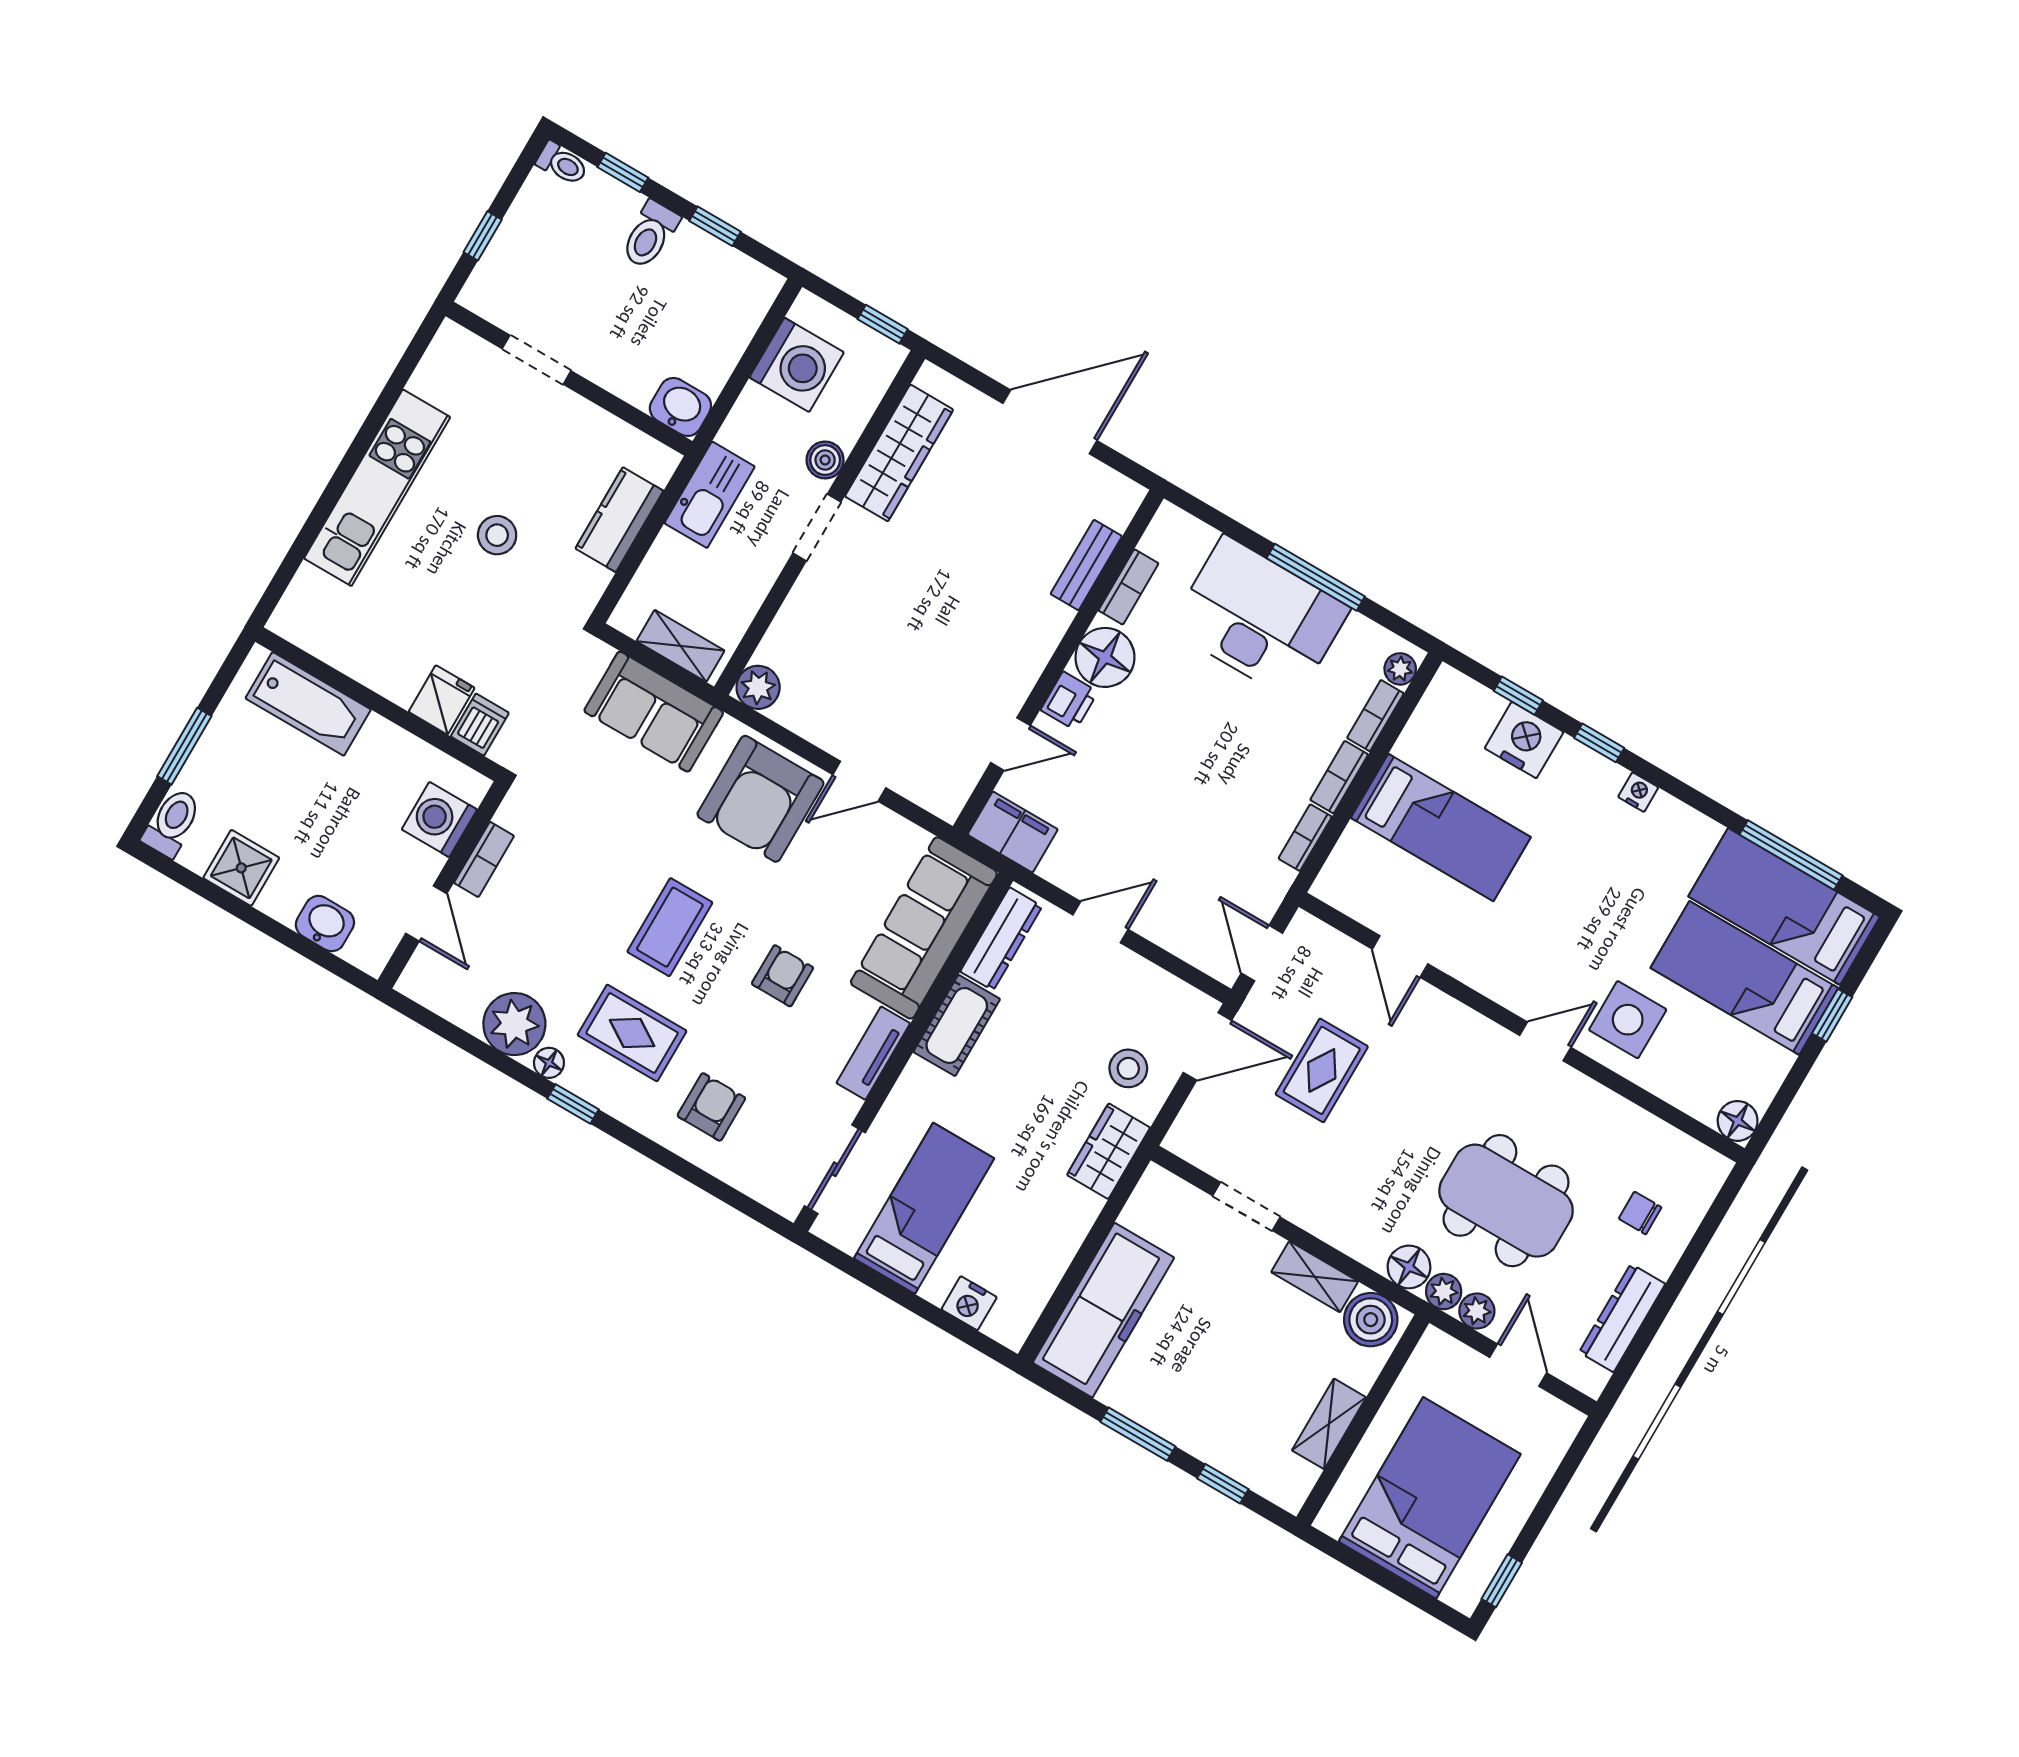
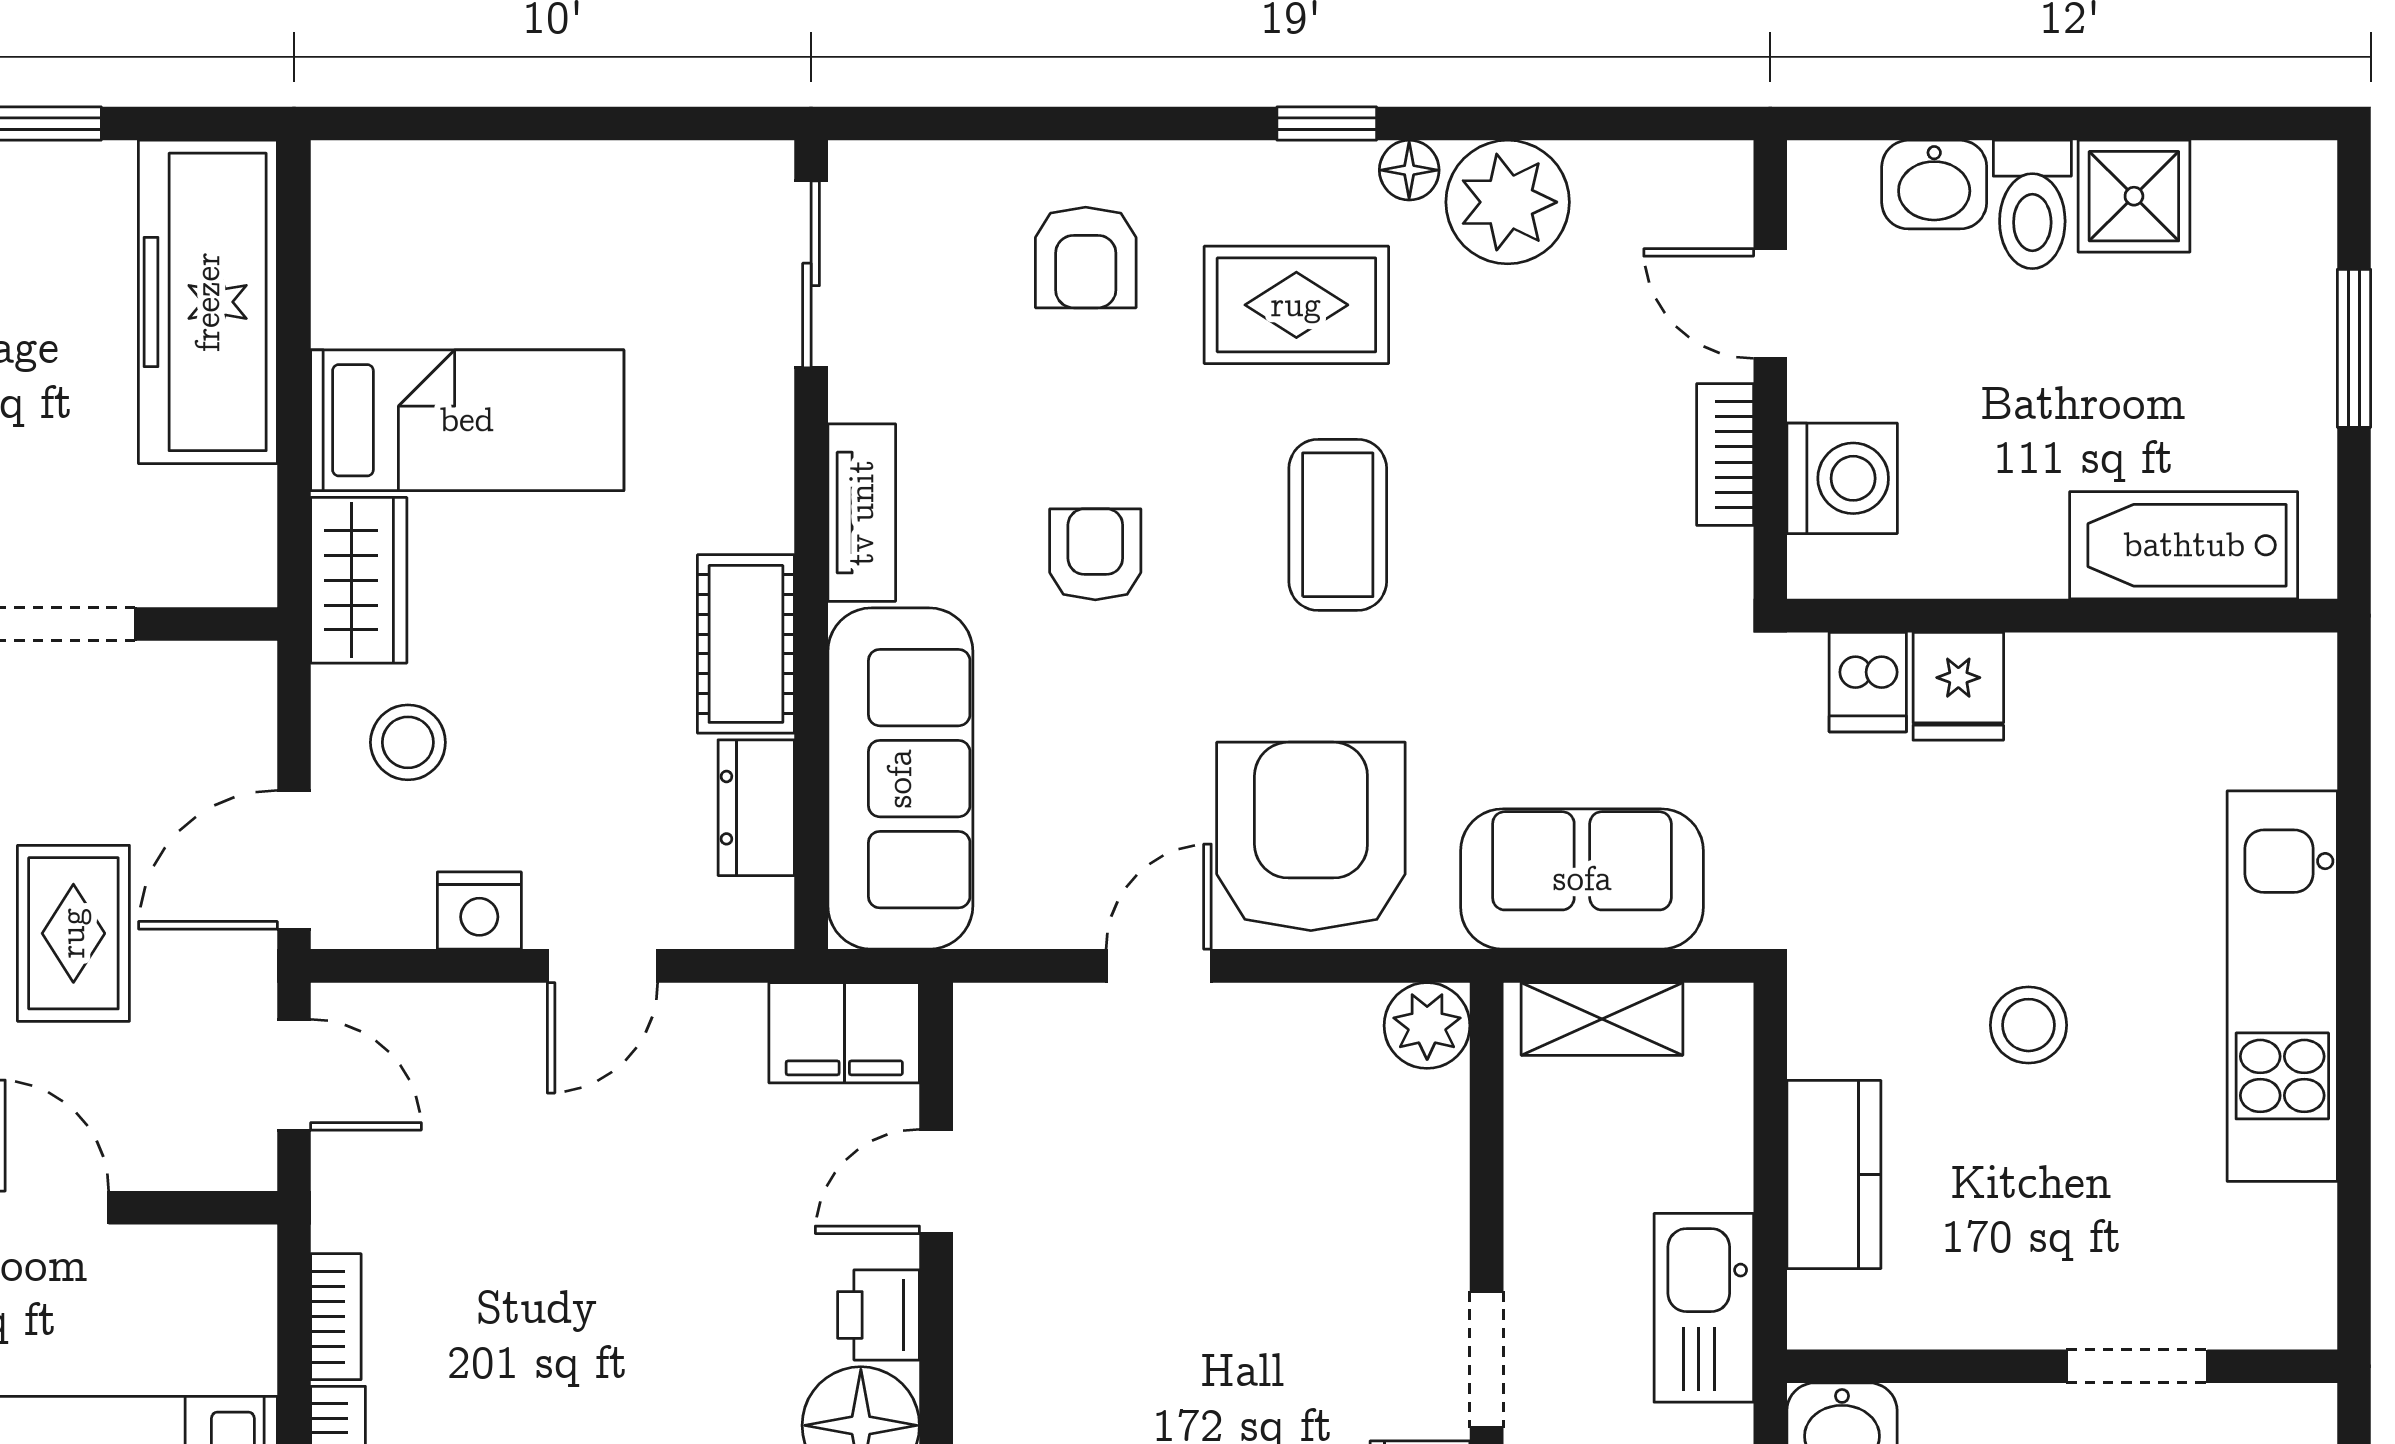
toilet: (172, 823) -> (2032, 204), moved
dresser: (1001, 939) -> (756, 808), width x0.70
armchair: (783, 976) -> (1095, 554), turned 180
bed: (924, 1208) -> (467, 420), moved, turned -90
nightstand: (969, 1303) -> (479, 911), moved, turned 180

